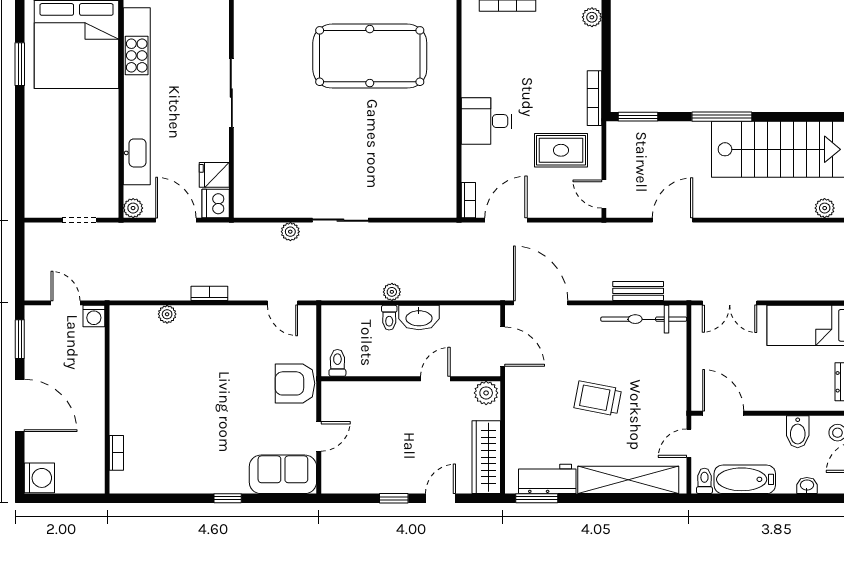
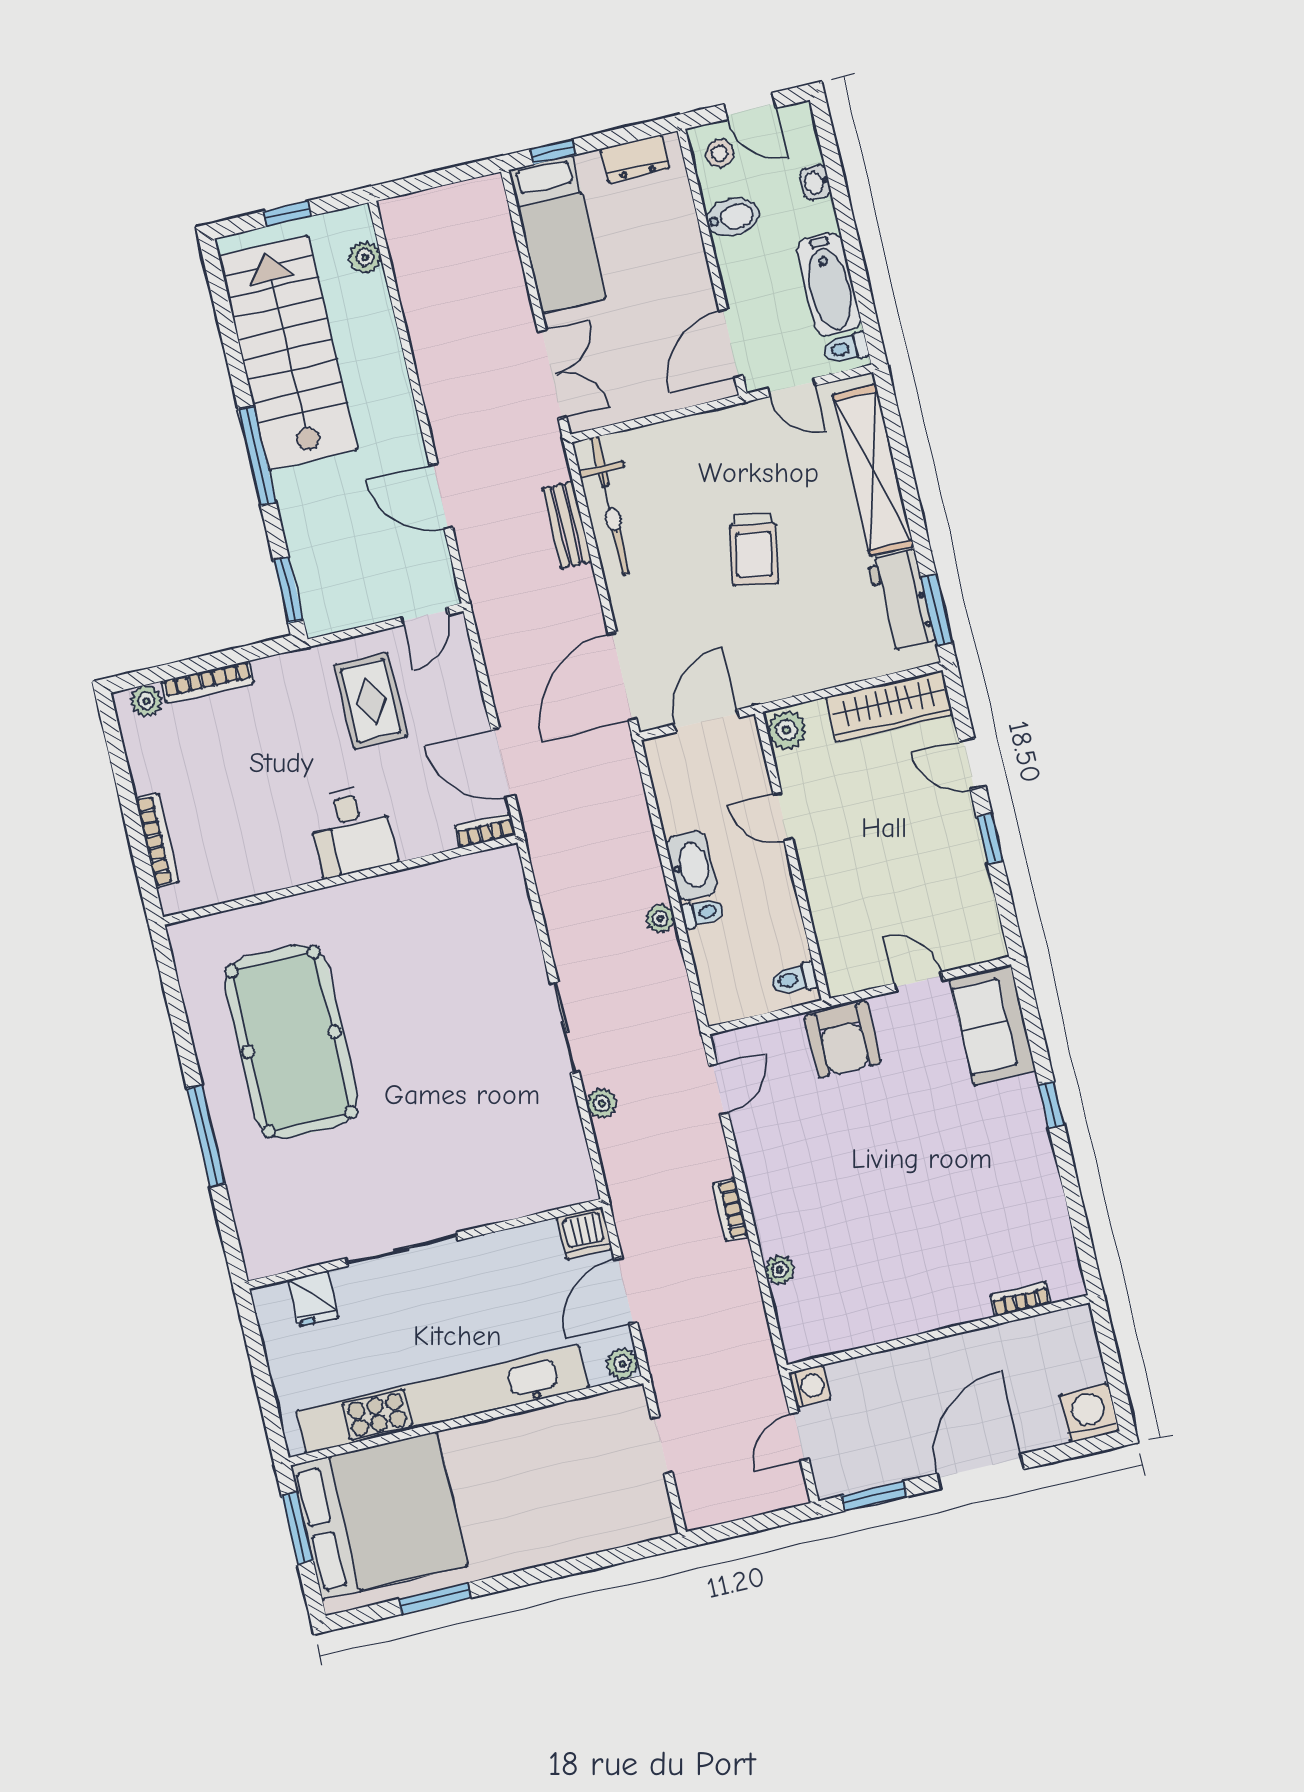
bookcase: (594, 98) -> (208, 682), moved
fridge: (214, 175) -> (313, 1299), moved

